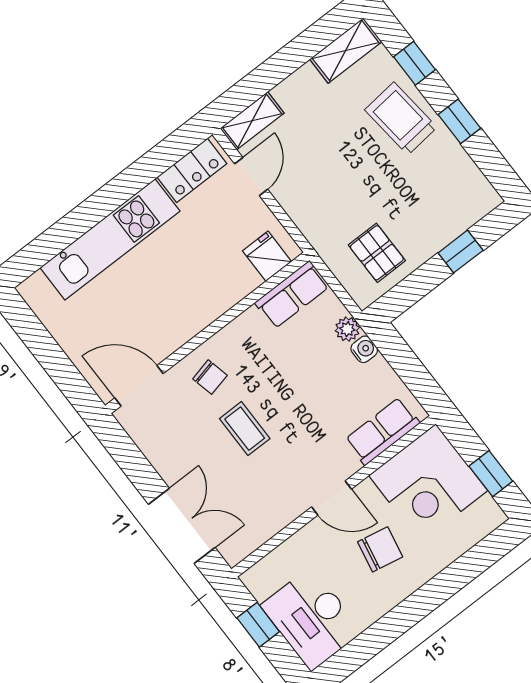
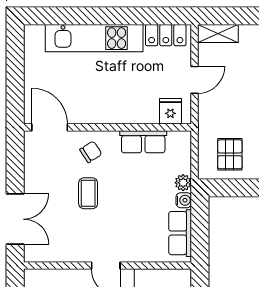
door: (251, 177) -> (195, 80), moved
row of seats: (292, 295) -> (143, 142), moved
chair: (210, 377) -> (91, 152), turned -110
row of seats: (382, 431) -> (180, 233), moved, turned -90

